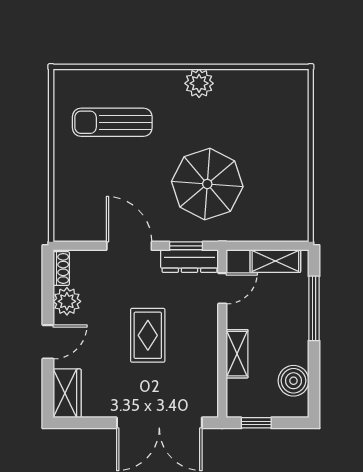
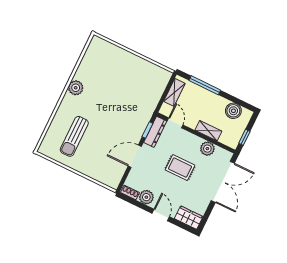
parasol: (207, 184) -> (124, 106), removed
plant: (205, 367) -> (207, 149), added

